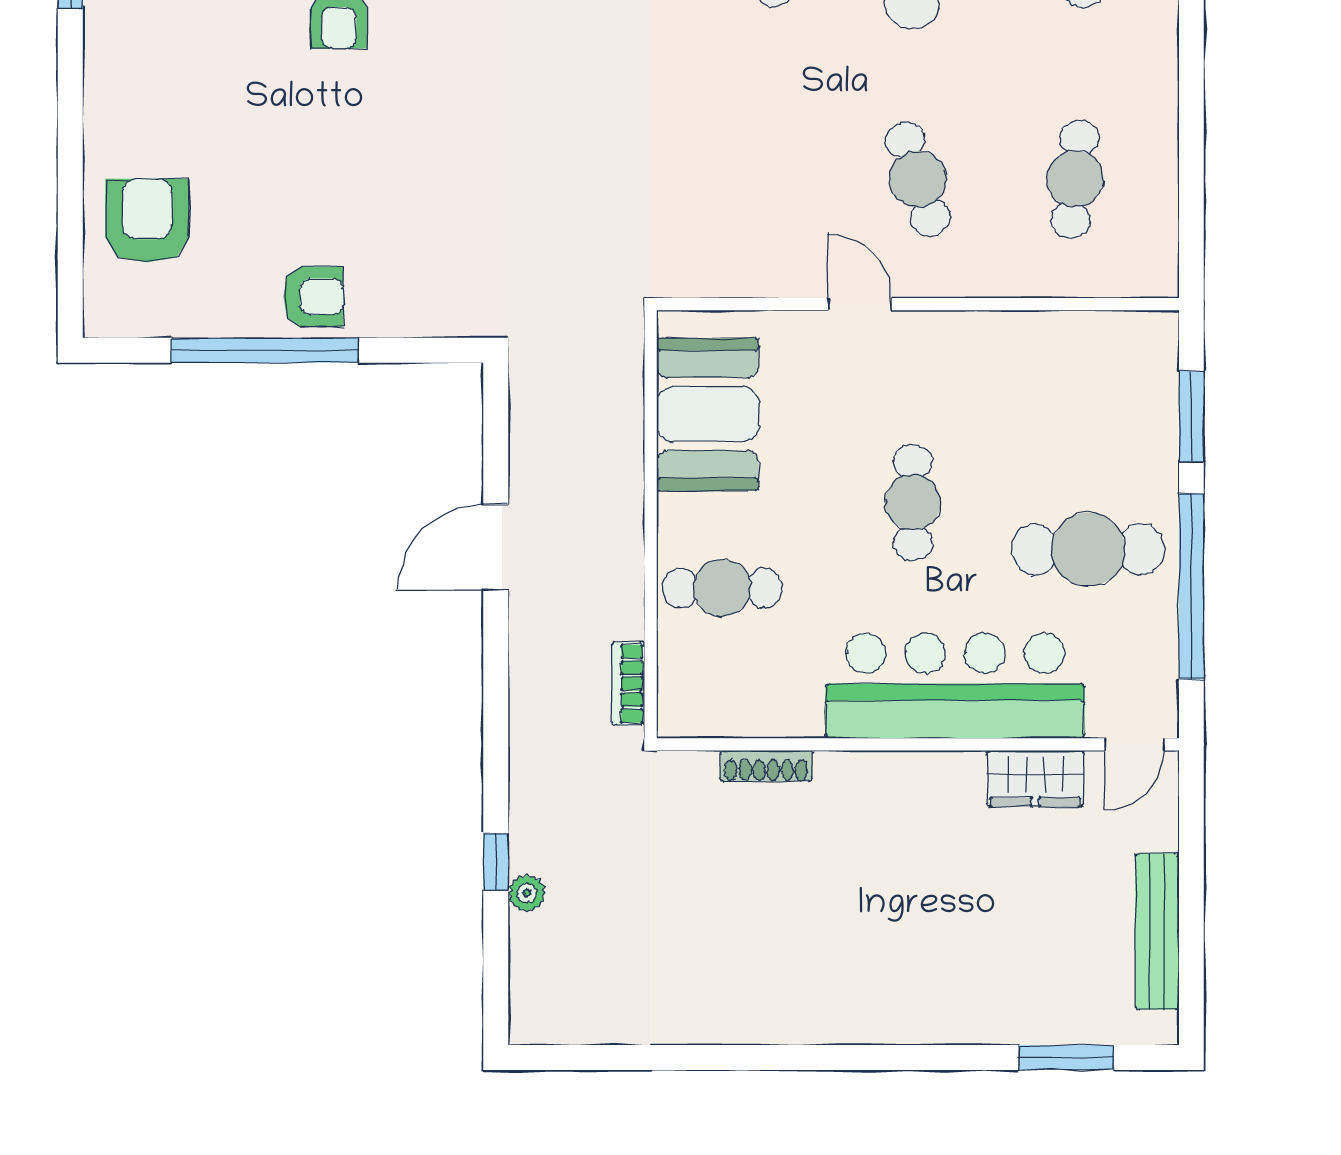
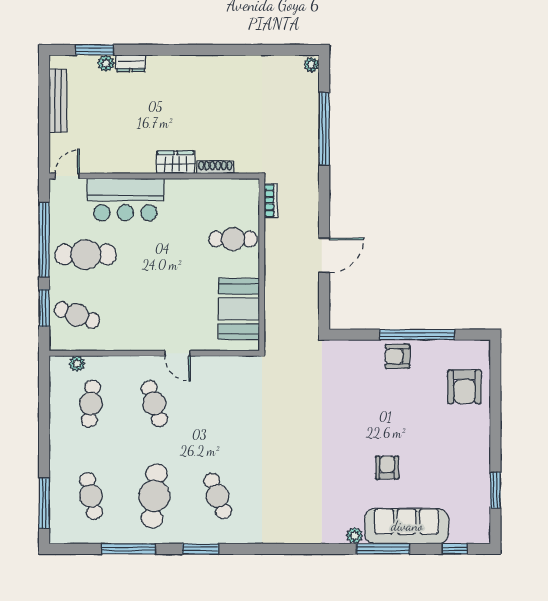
plant: (1110, 278) -> (77, 364), added
cafe table: (913, 502) -> (77, 315), moved, turned -70
bar counter: (955, 686) -> (125, 200), width x0.73
wardrobe: (1035, 779) -> (176, 162), moved
window: (496, 862) -> (324, 129), width x3.17
plant: (527, 893) -> (312, 65), moved
dresser: (976, 1024) -> (131, 63), added
plant: (1038, 1024) -> (106, 63), added

